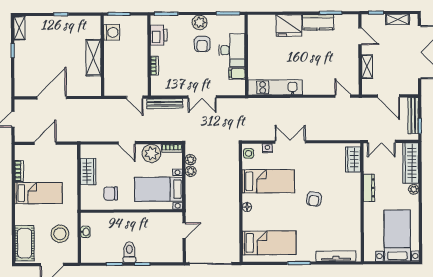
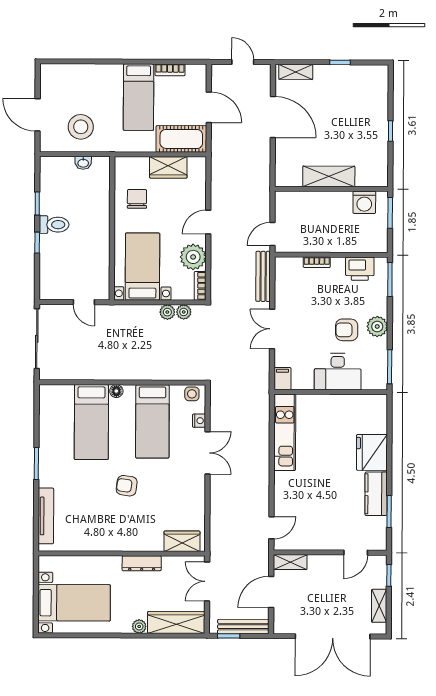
shelving: (19, 28) -> (296, 72), moved
shelving: (367, 67) -> (290, 562), moved
filing cabinet: (237, 74) -> (282, 379), moved
cot: (25, 243) -> (181, 139), moved
bed: (269, 243) -> (91, 422), moved

